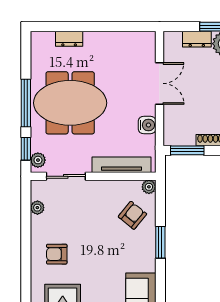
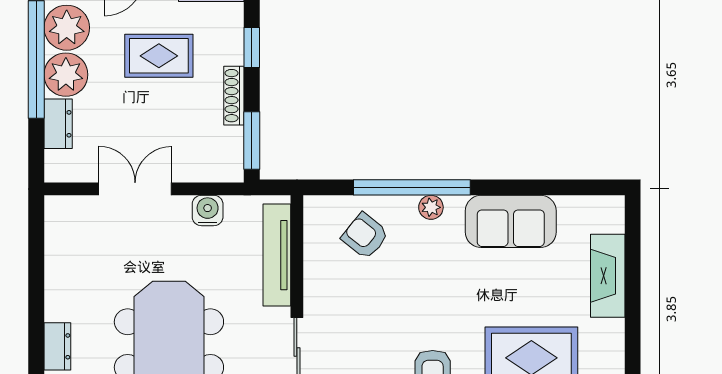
plant: (149, 187) -> (431, 207), moved
window: (160, 242) -> (412, 187), width x2.11

